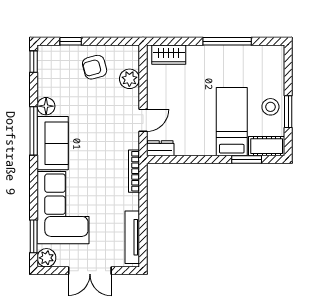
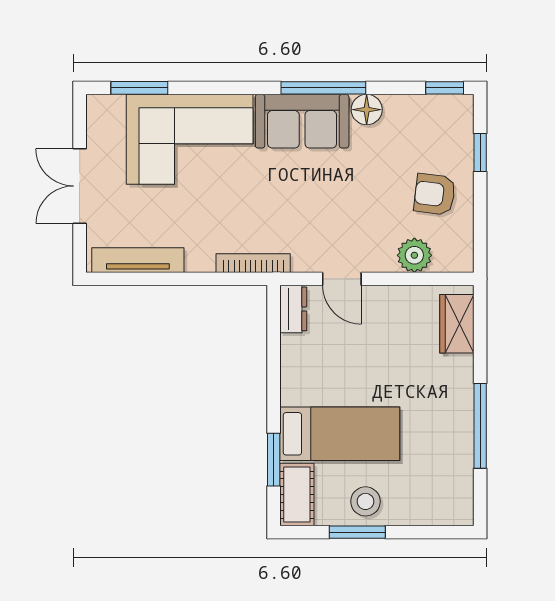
armchair: (95, 67) -> (435, 194), turned -68
plant: (46, 258) -> (102, 110), removed

